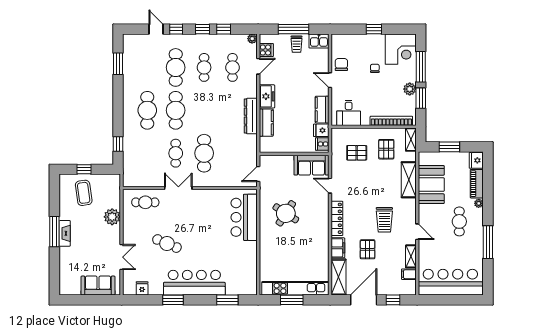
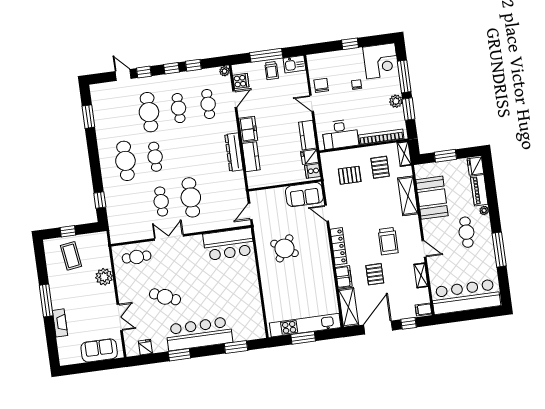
cafe table: (176, 110) -> (155, 157), width x0.73, depth x0.74
desk: (349, 113) -> (340, 134), width x1.37
bar counter: (244, 217) -> (229, 244), moved, turned -90
fireplace: (65, 233) -> (60, 323), moved
filing cabinet: (409, 274) -> (423, 309), moved

